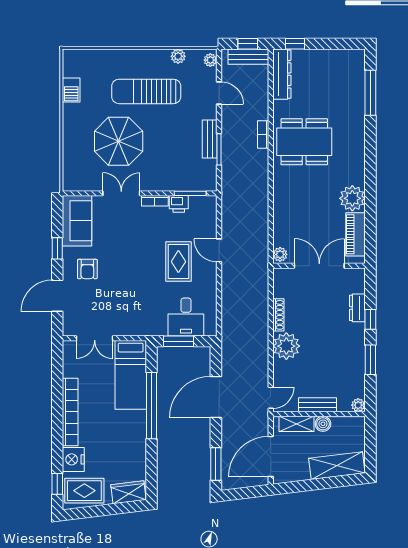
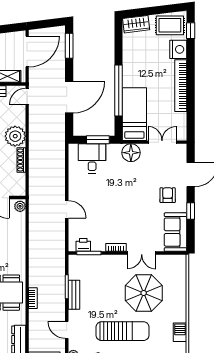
printer: (179, 204) -> (83, 245), moved
rug: (178, 262) -> (98, 201), removed
floor lamp: (135, 324) -> (131, 153), added

